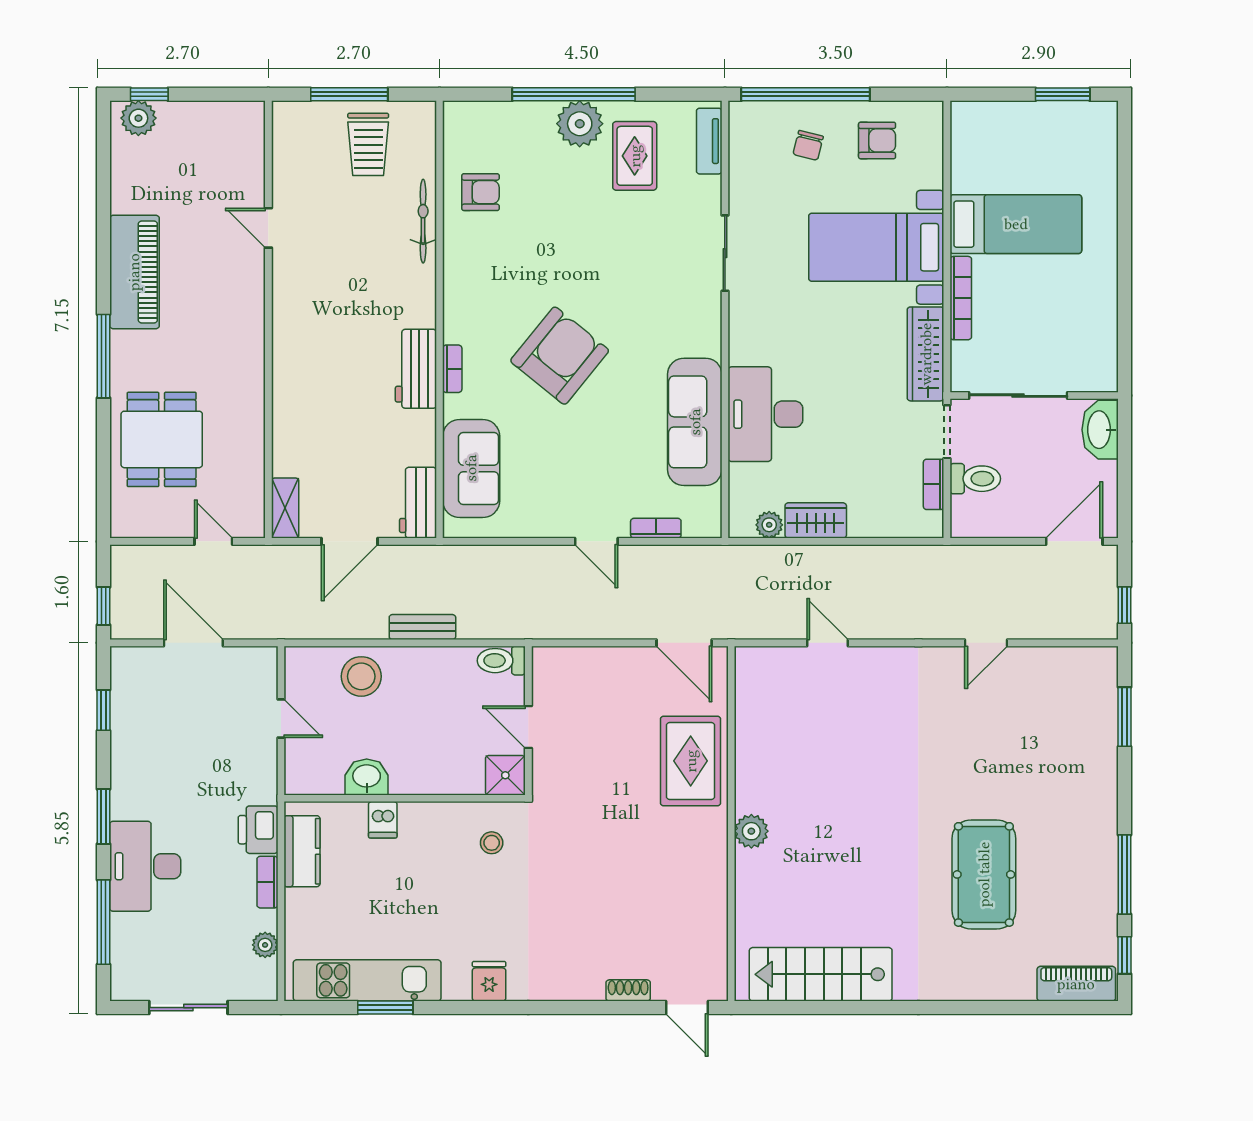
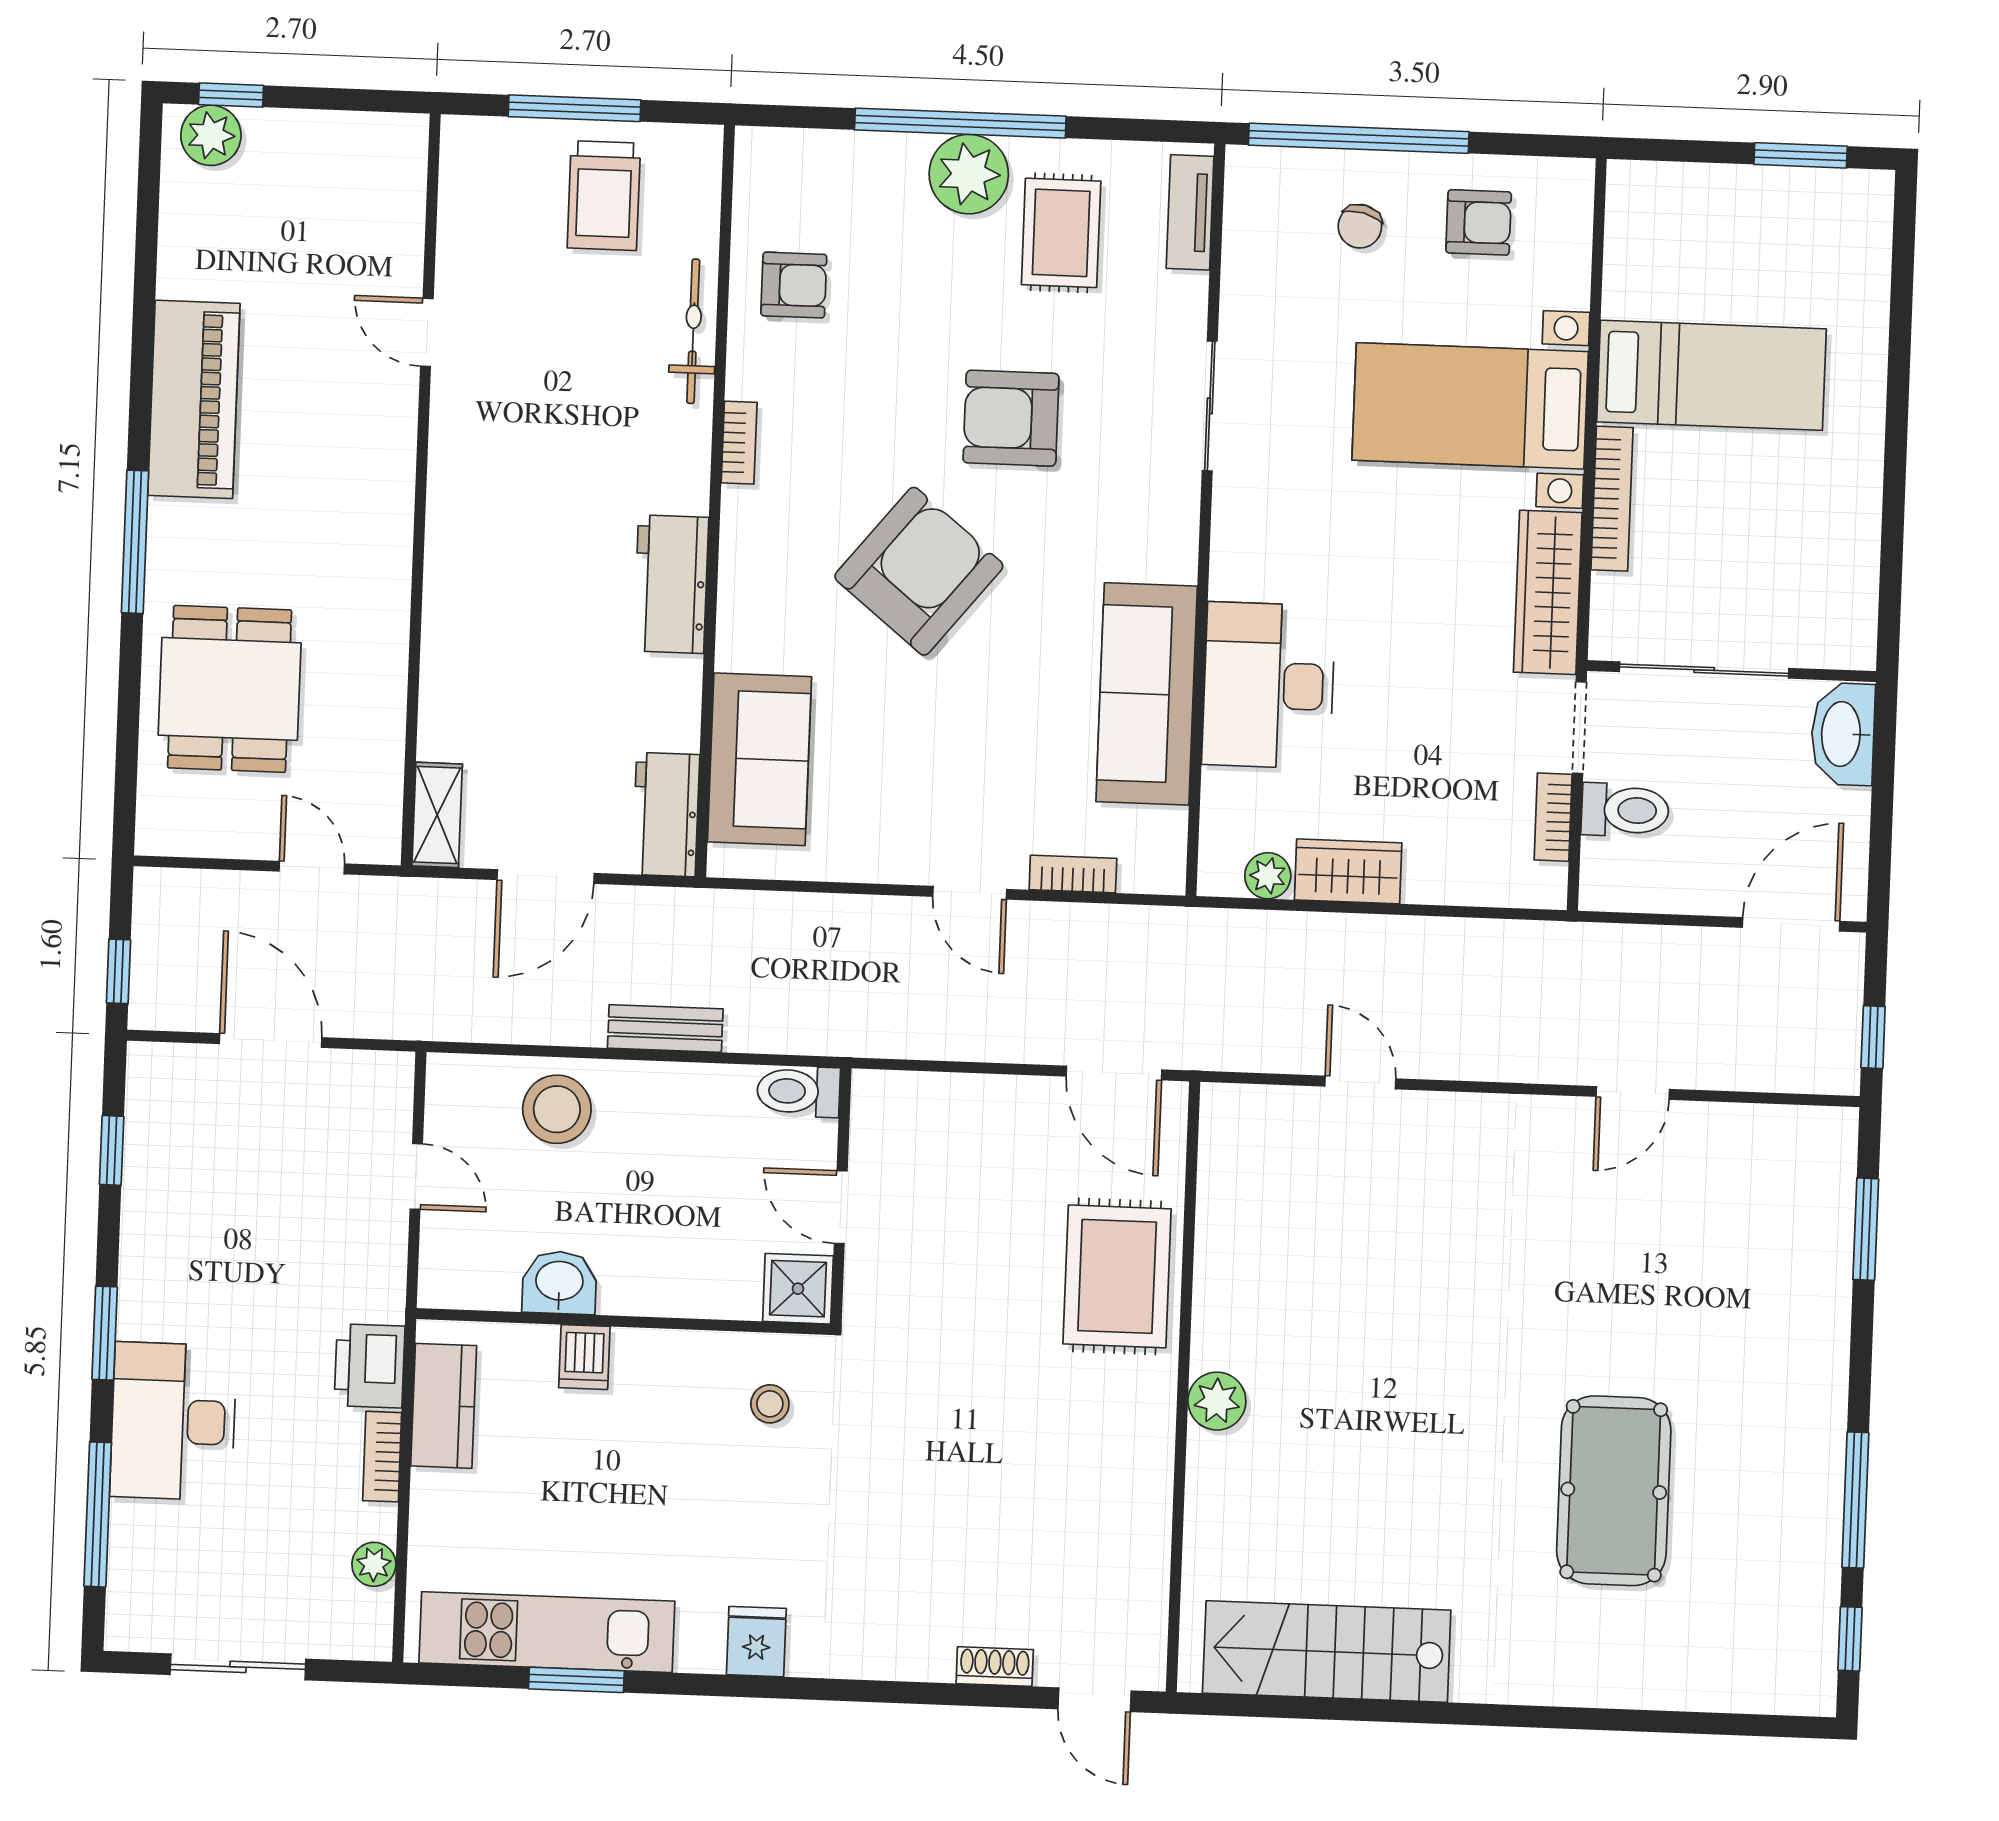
armchair: (610, 265) -> (1011, 418), added
bookcase: (452, 369) -> (739, 443), moved
piano: (1076, 984) -> (1765, 1684), removed

